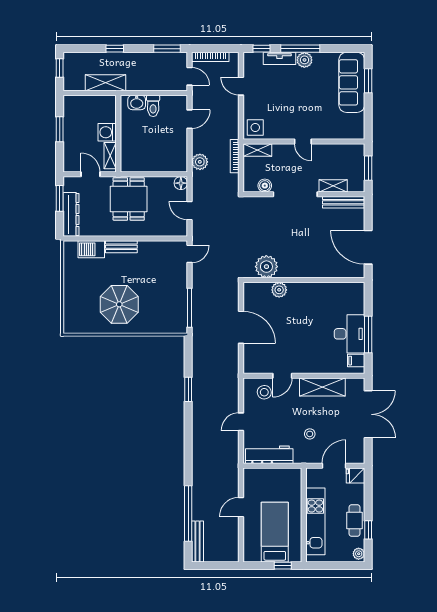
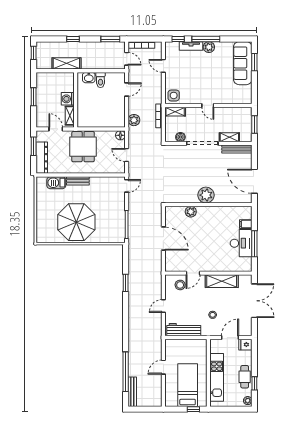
plant: (266, 267) -> (206, 195), moved
parasol: (119, 304) -> (76, 222), width x1.36, depth x1.36
filing cabinet: (356, 361) -> (246, 224), moved

